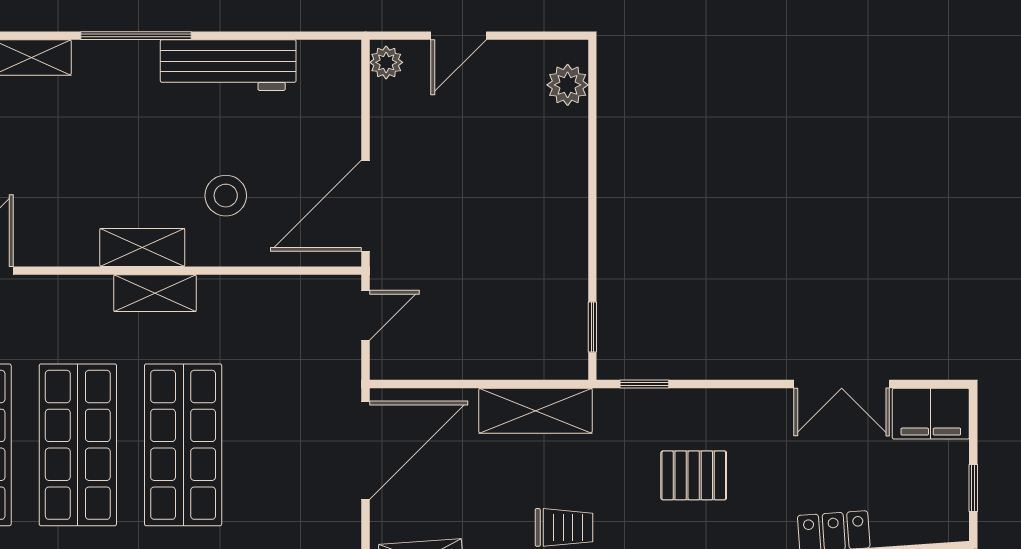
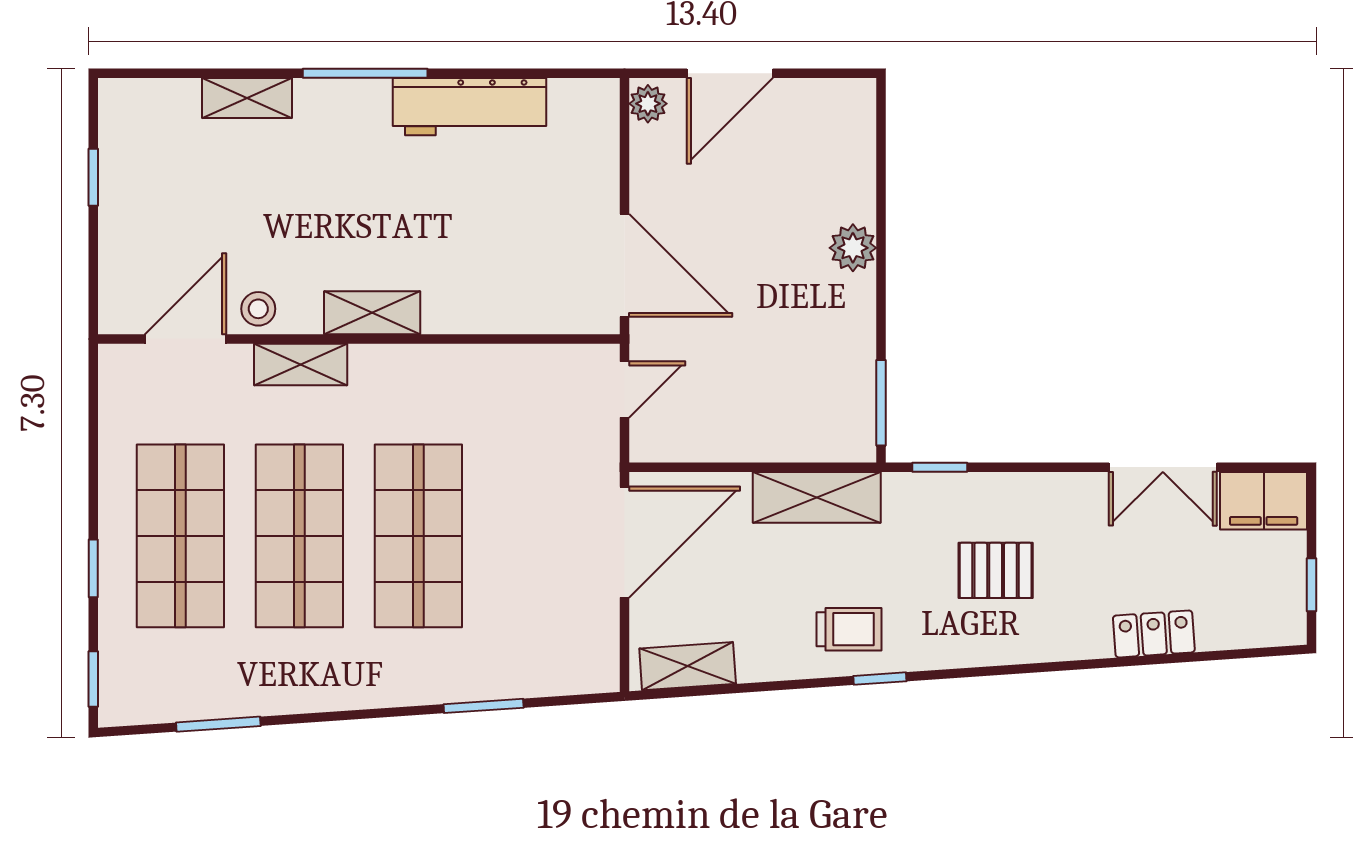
door: (459, 36) -> (730, 73), width x1.38
plant: (568, 85) -> (853, 248), moved
stool: (226, 196) -> (258, 309), moved, width x0.73, depth x0.73
door: (365, 206) -> (625, 265), swing flipped
shelving: (155, 293) -> (301, 364), moved
window: (592, 327) -> (881, 403), width x1.50

